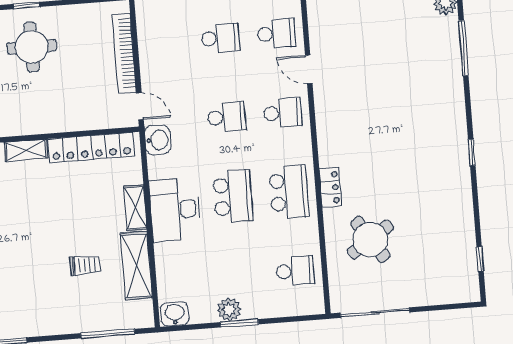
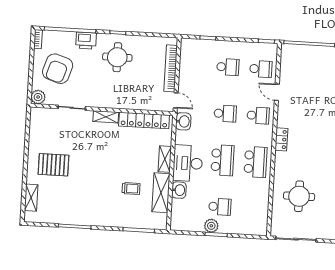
locker: (330, 188) -> (281, 139), moved
round table: (370, 239) -> (299, 196), turned 33
school desk: (295, 271) -> (220, 207), moved
washbasin: (175, 314) -> (179, 190), moved, turned 90

